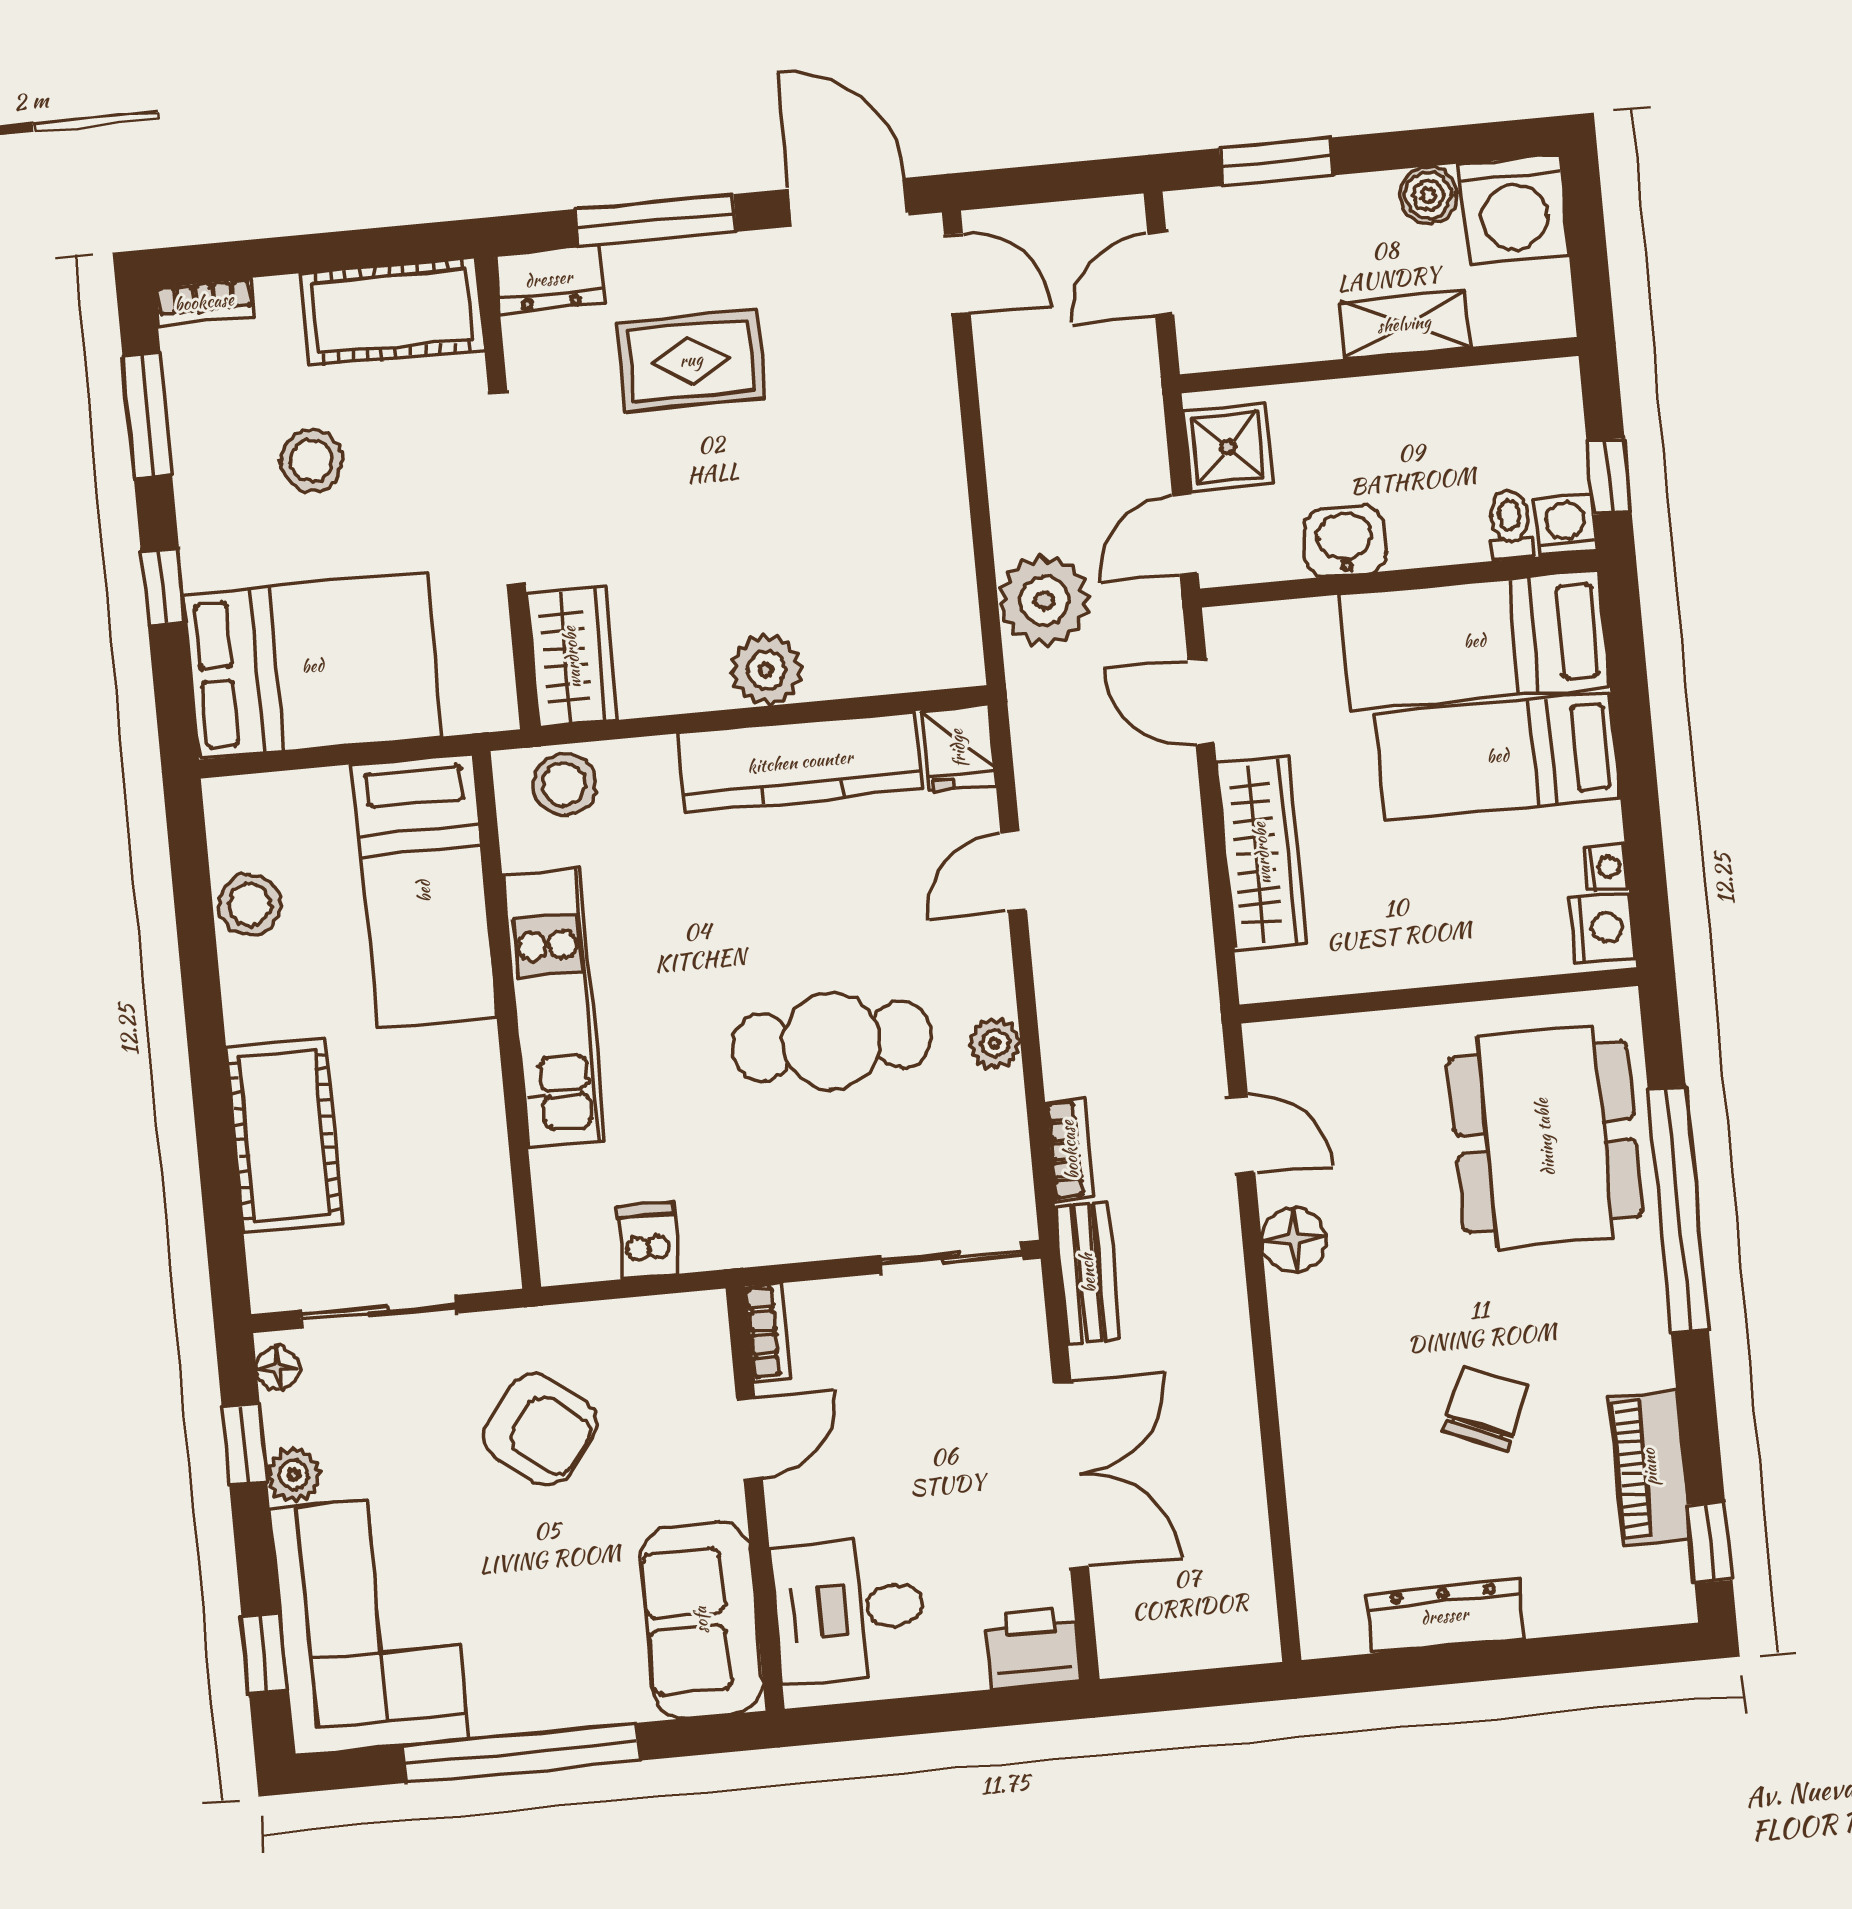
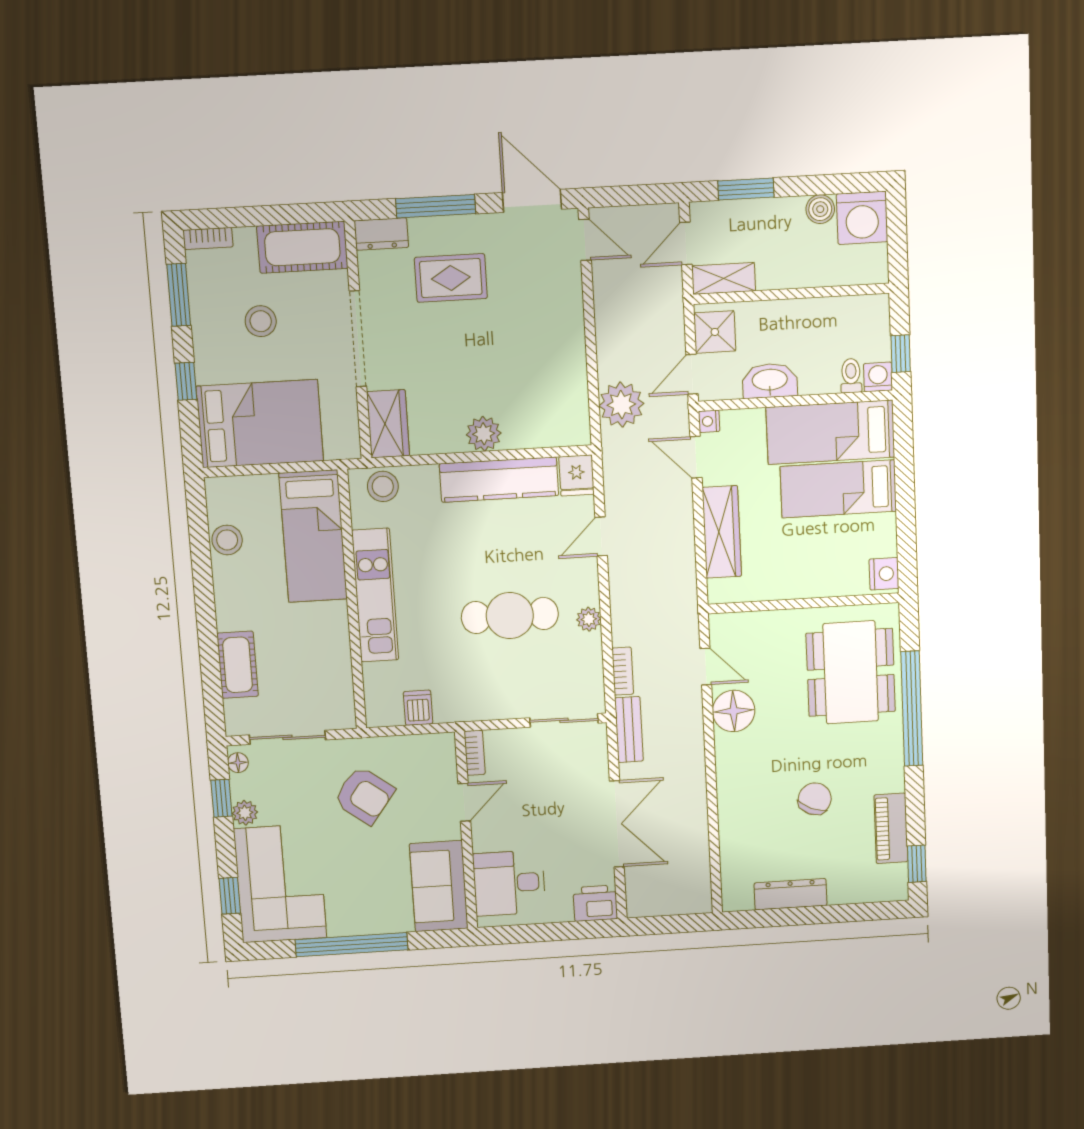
shelving: (1404, 324) -> (724, 278), moved
washbasin: (1345, 541) -> (770, 381), width x1.38
nightstand: (1606, 868) -> (709, 421), moved, turned 180
cot: (284, 1136) -> (238, 665), width x0.73, depth x0.75
floor lamp: (1294, 1239) -> (734, 711), width x1.38, depth x1.38

